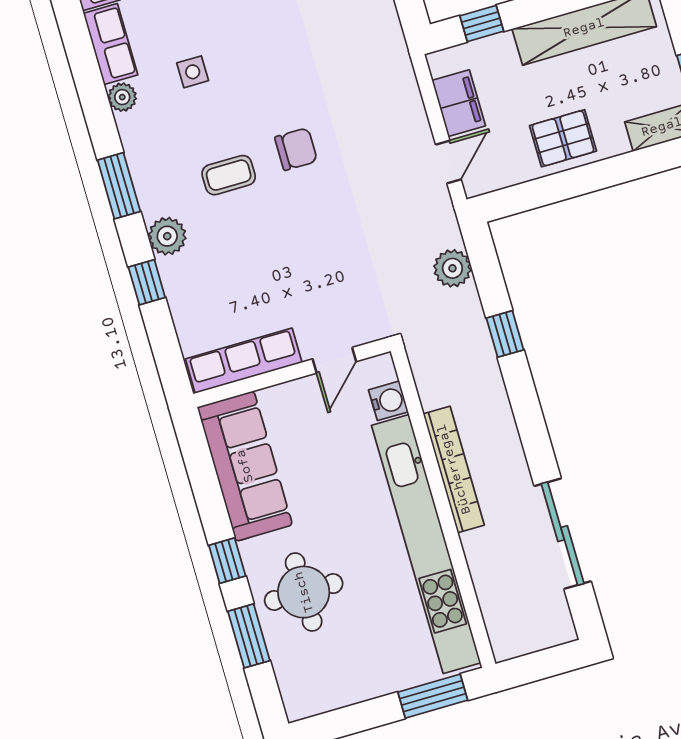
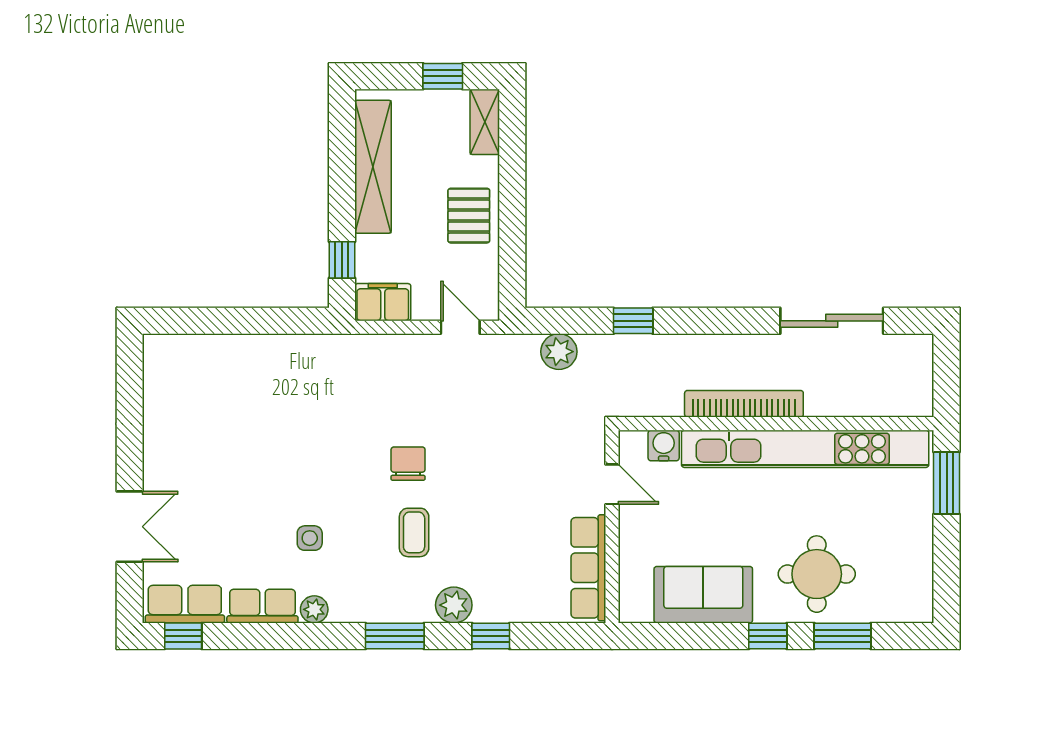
filing cabinet: (459, 103) -> (383, 302), moved
sofa: (245, 466) -> (703, 595), width x0.73

